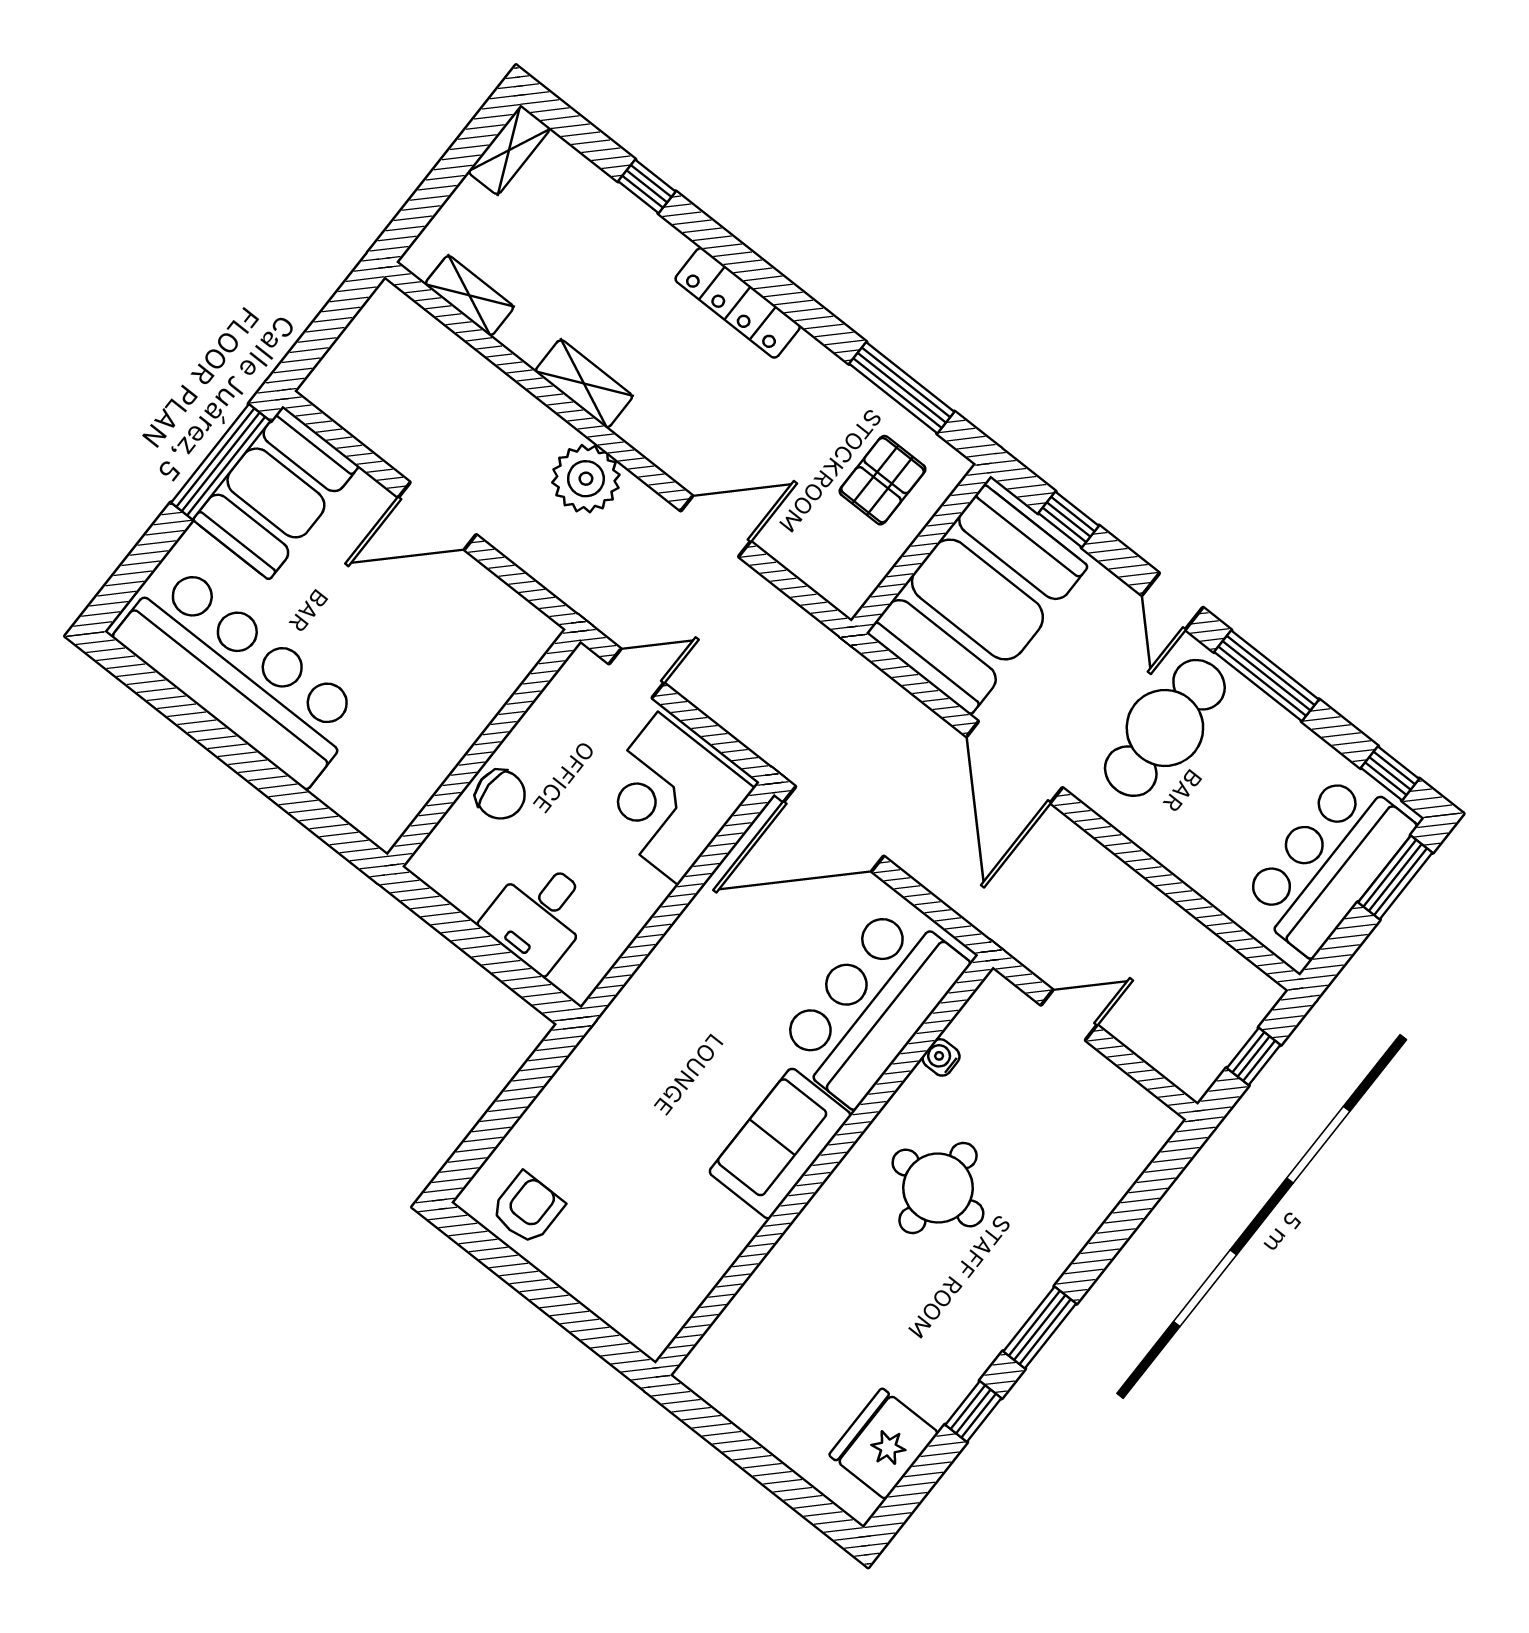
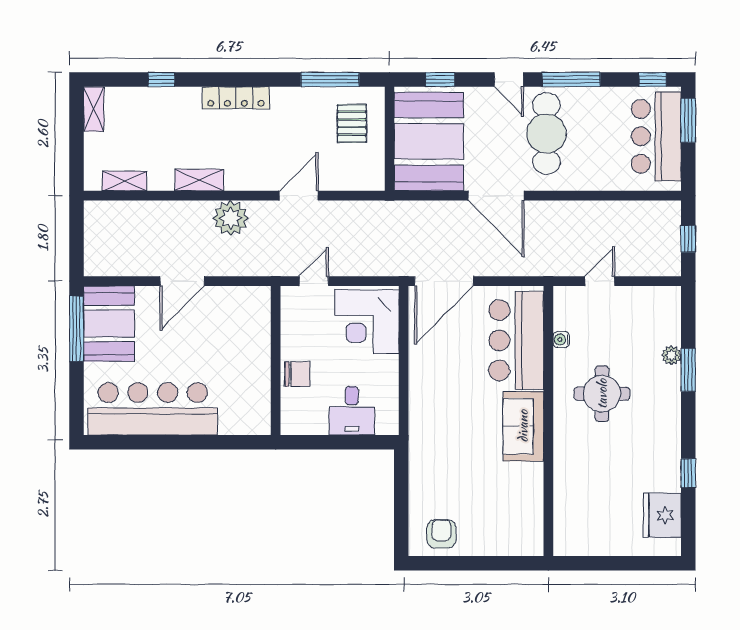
plant: (1089, 1213) -> (671, 355), added
window: (1040, 1327) -> (688, 370), moved

